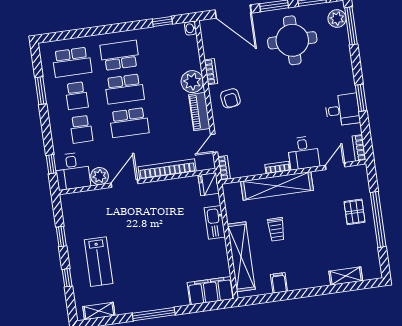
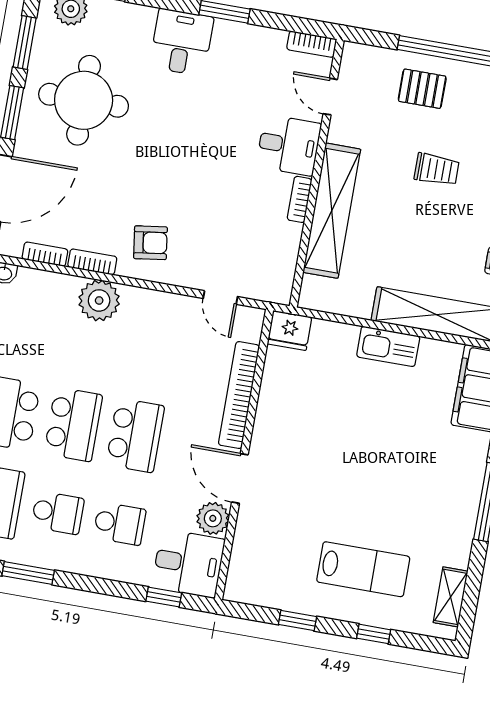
desk: (342, 110) -> (182, 42), moved
piano: (199, 112) -> (156, 305), removed
bookcase: (224, 168) -> (45, 254), moved
kitchen sink: (215, 222) -> (388, 346), moved
trolley: (276, 229) -> (437, 169), moved

